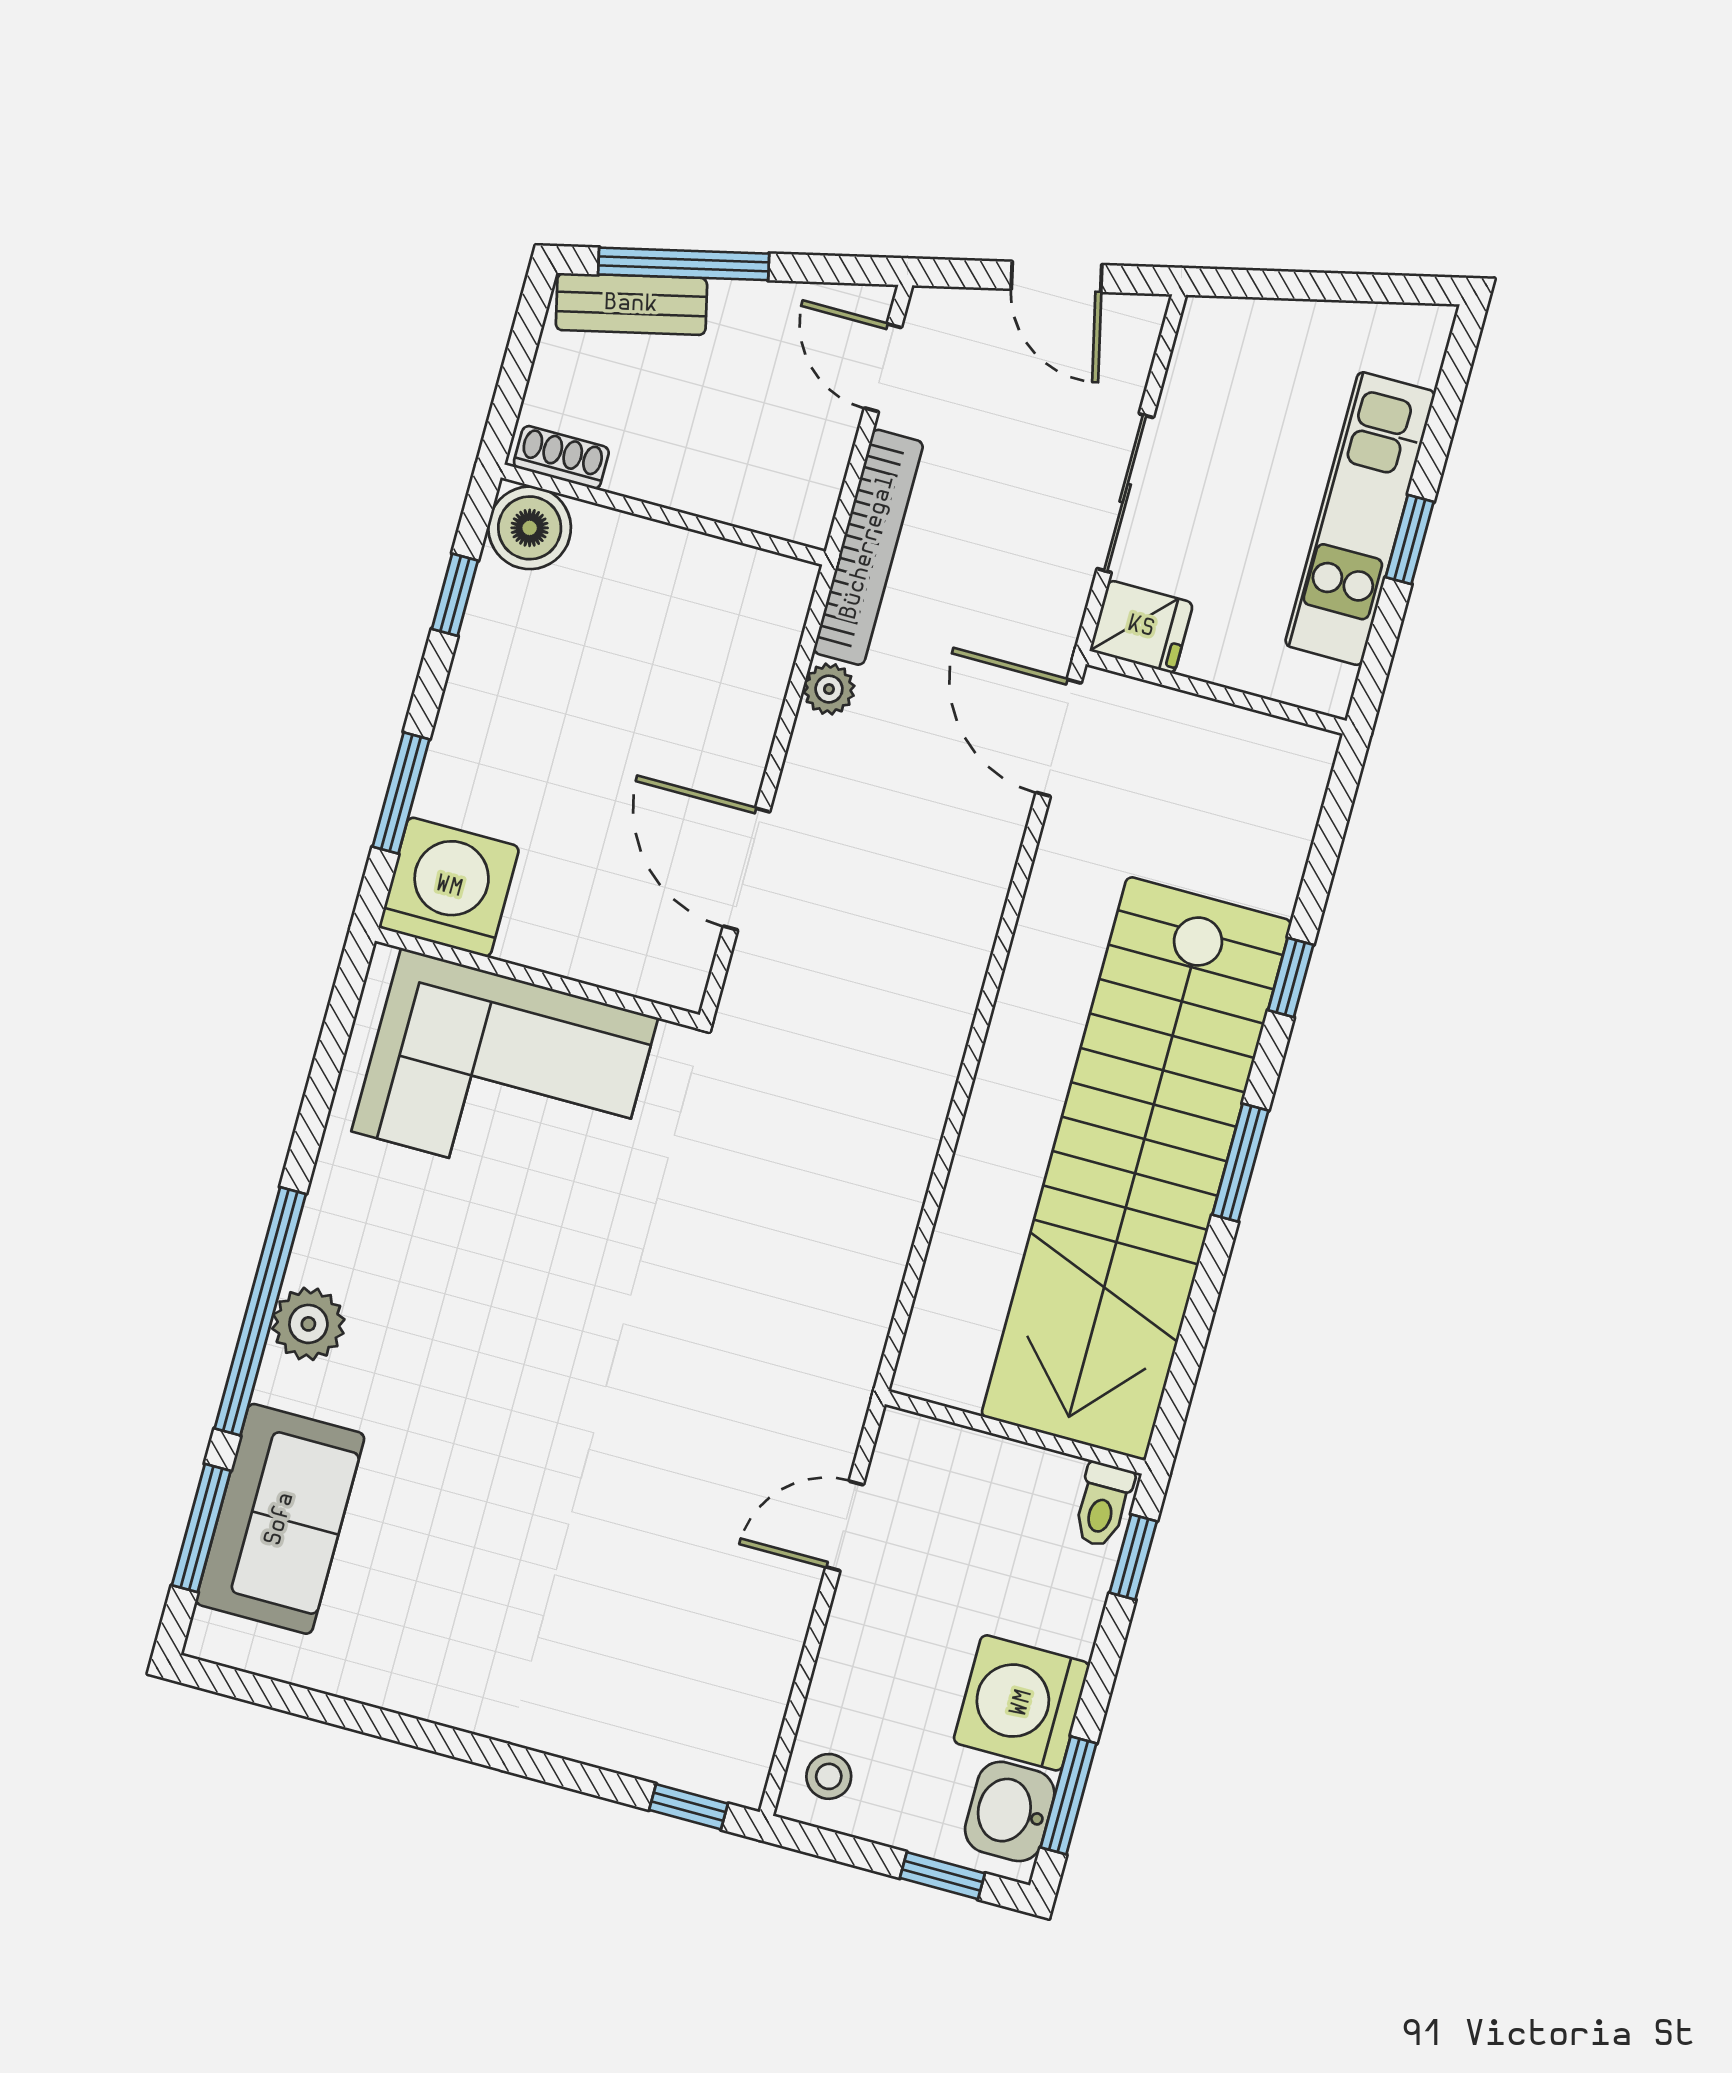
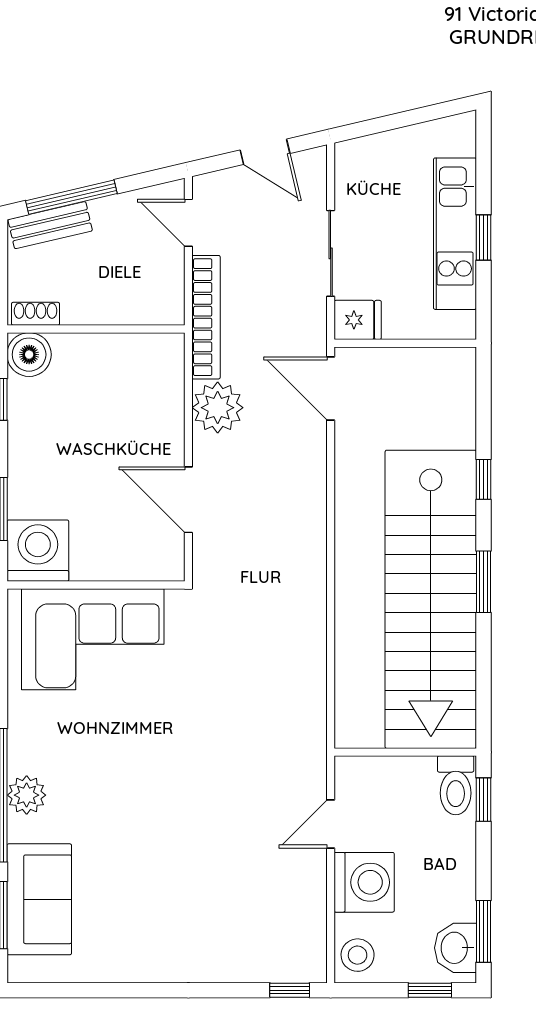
plant: (829, 689) -> (218, 408), width x1.87, depth x1.87
toilet: (1103, 1505) -> (456, 785), width x1.37, depth x1.39
washing machine: (1022, 1703) -> (364, 882), moved, turned 180
stool: (829, 1776) -> (358, 955), width x1.37, depth x1.37

